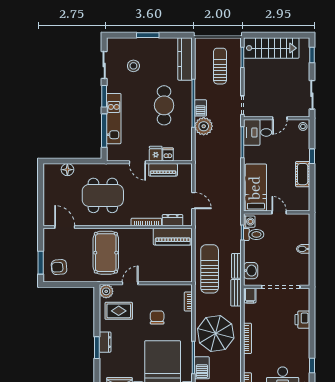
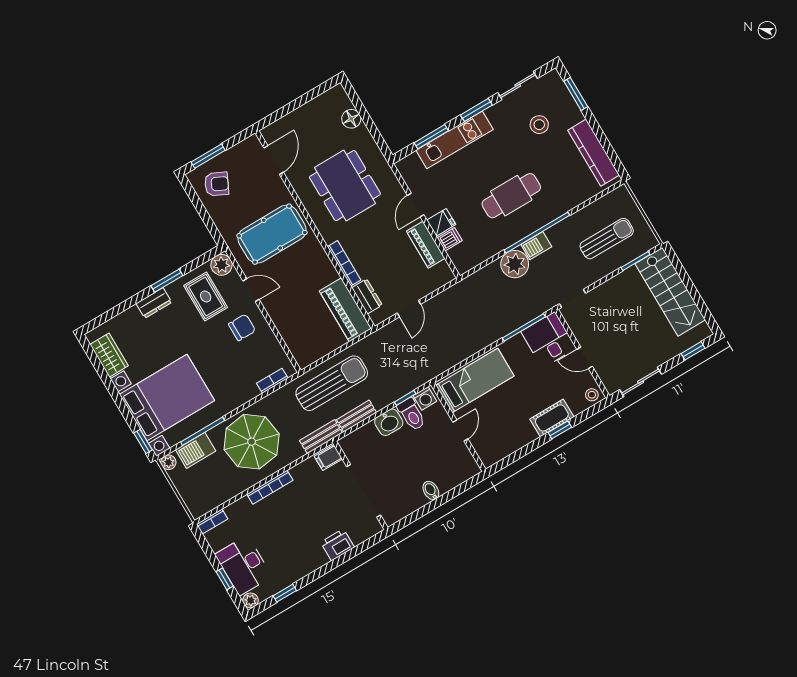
window: (148, 35) -> (576, 94), moved
kitchen counter: (185, 59) -> (594, 153), moved, turned -90
window: (104, 131) -> (431, 137), width x0.69
cot: (303, 174) -> (552, 418), moved
armchair: (59, 267) -> (217, 184), turned 121
washbasin: (251, 271) -> (389, 422), moved
chair: (157, 317) -> (242, 327), moved
window: (97, 348) -> (167, 281), moved

